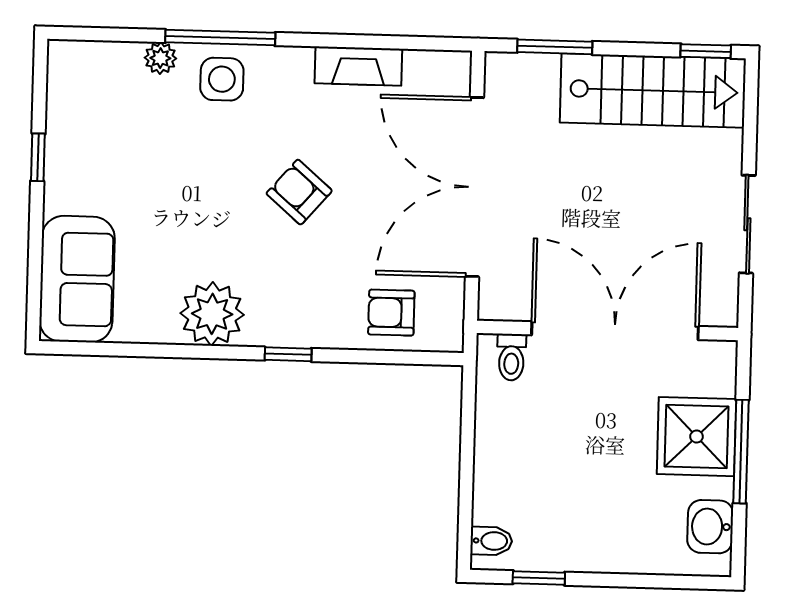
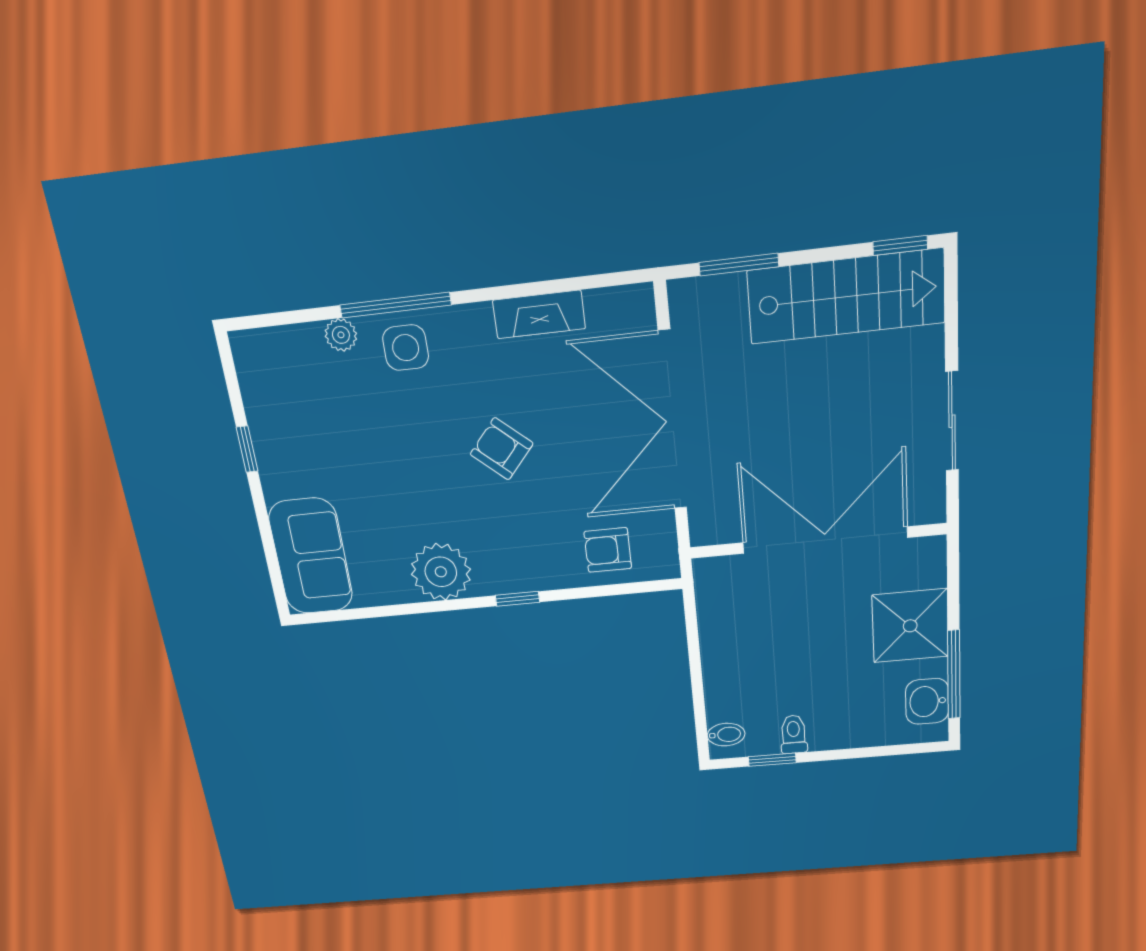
toilet: (511, 357) -> (794, 734), moved, turned 180
window: (741, 452) -> (954, 675), moved

